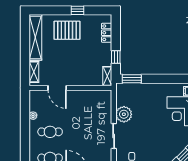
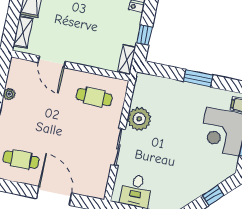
window: (132, 79) -> (198, 78), moved
cafe table: (50, 132) -> (94, 97), moved

